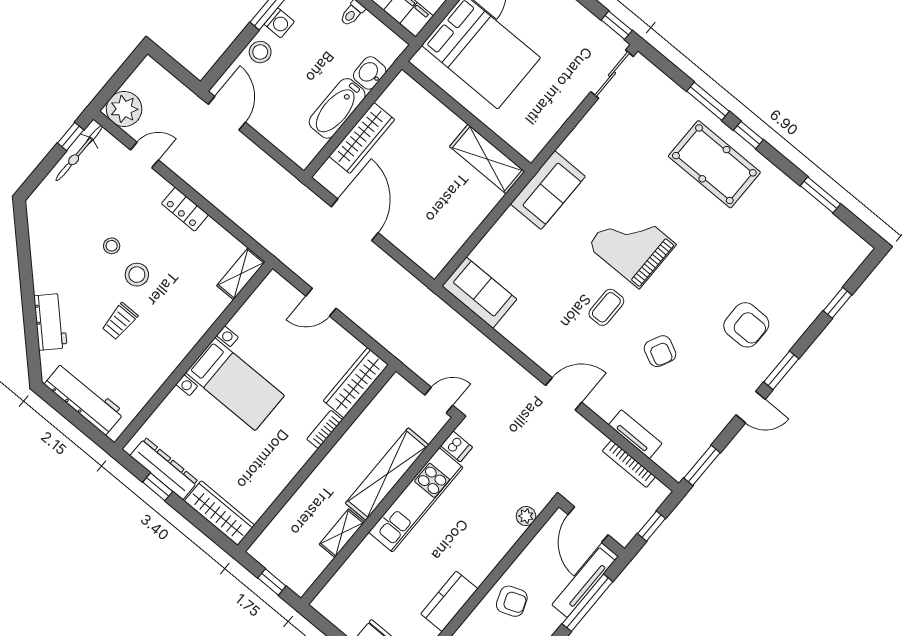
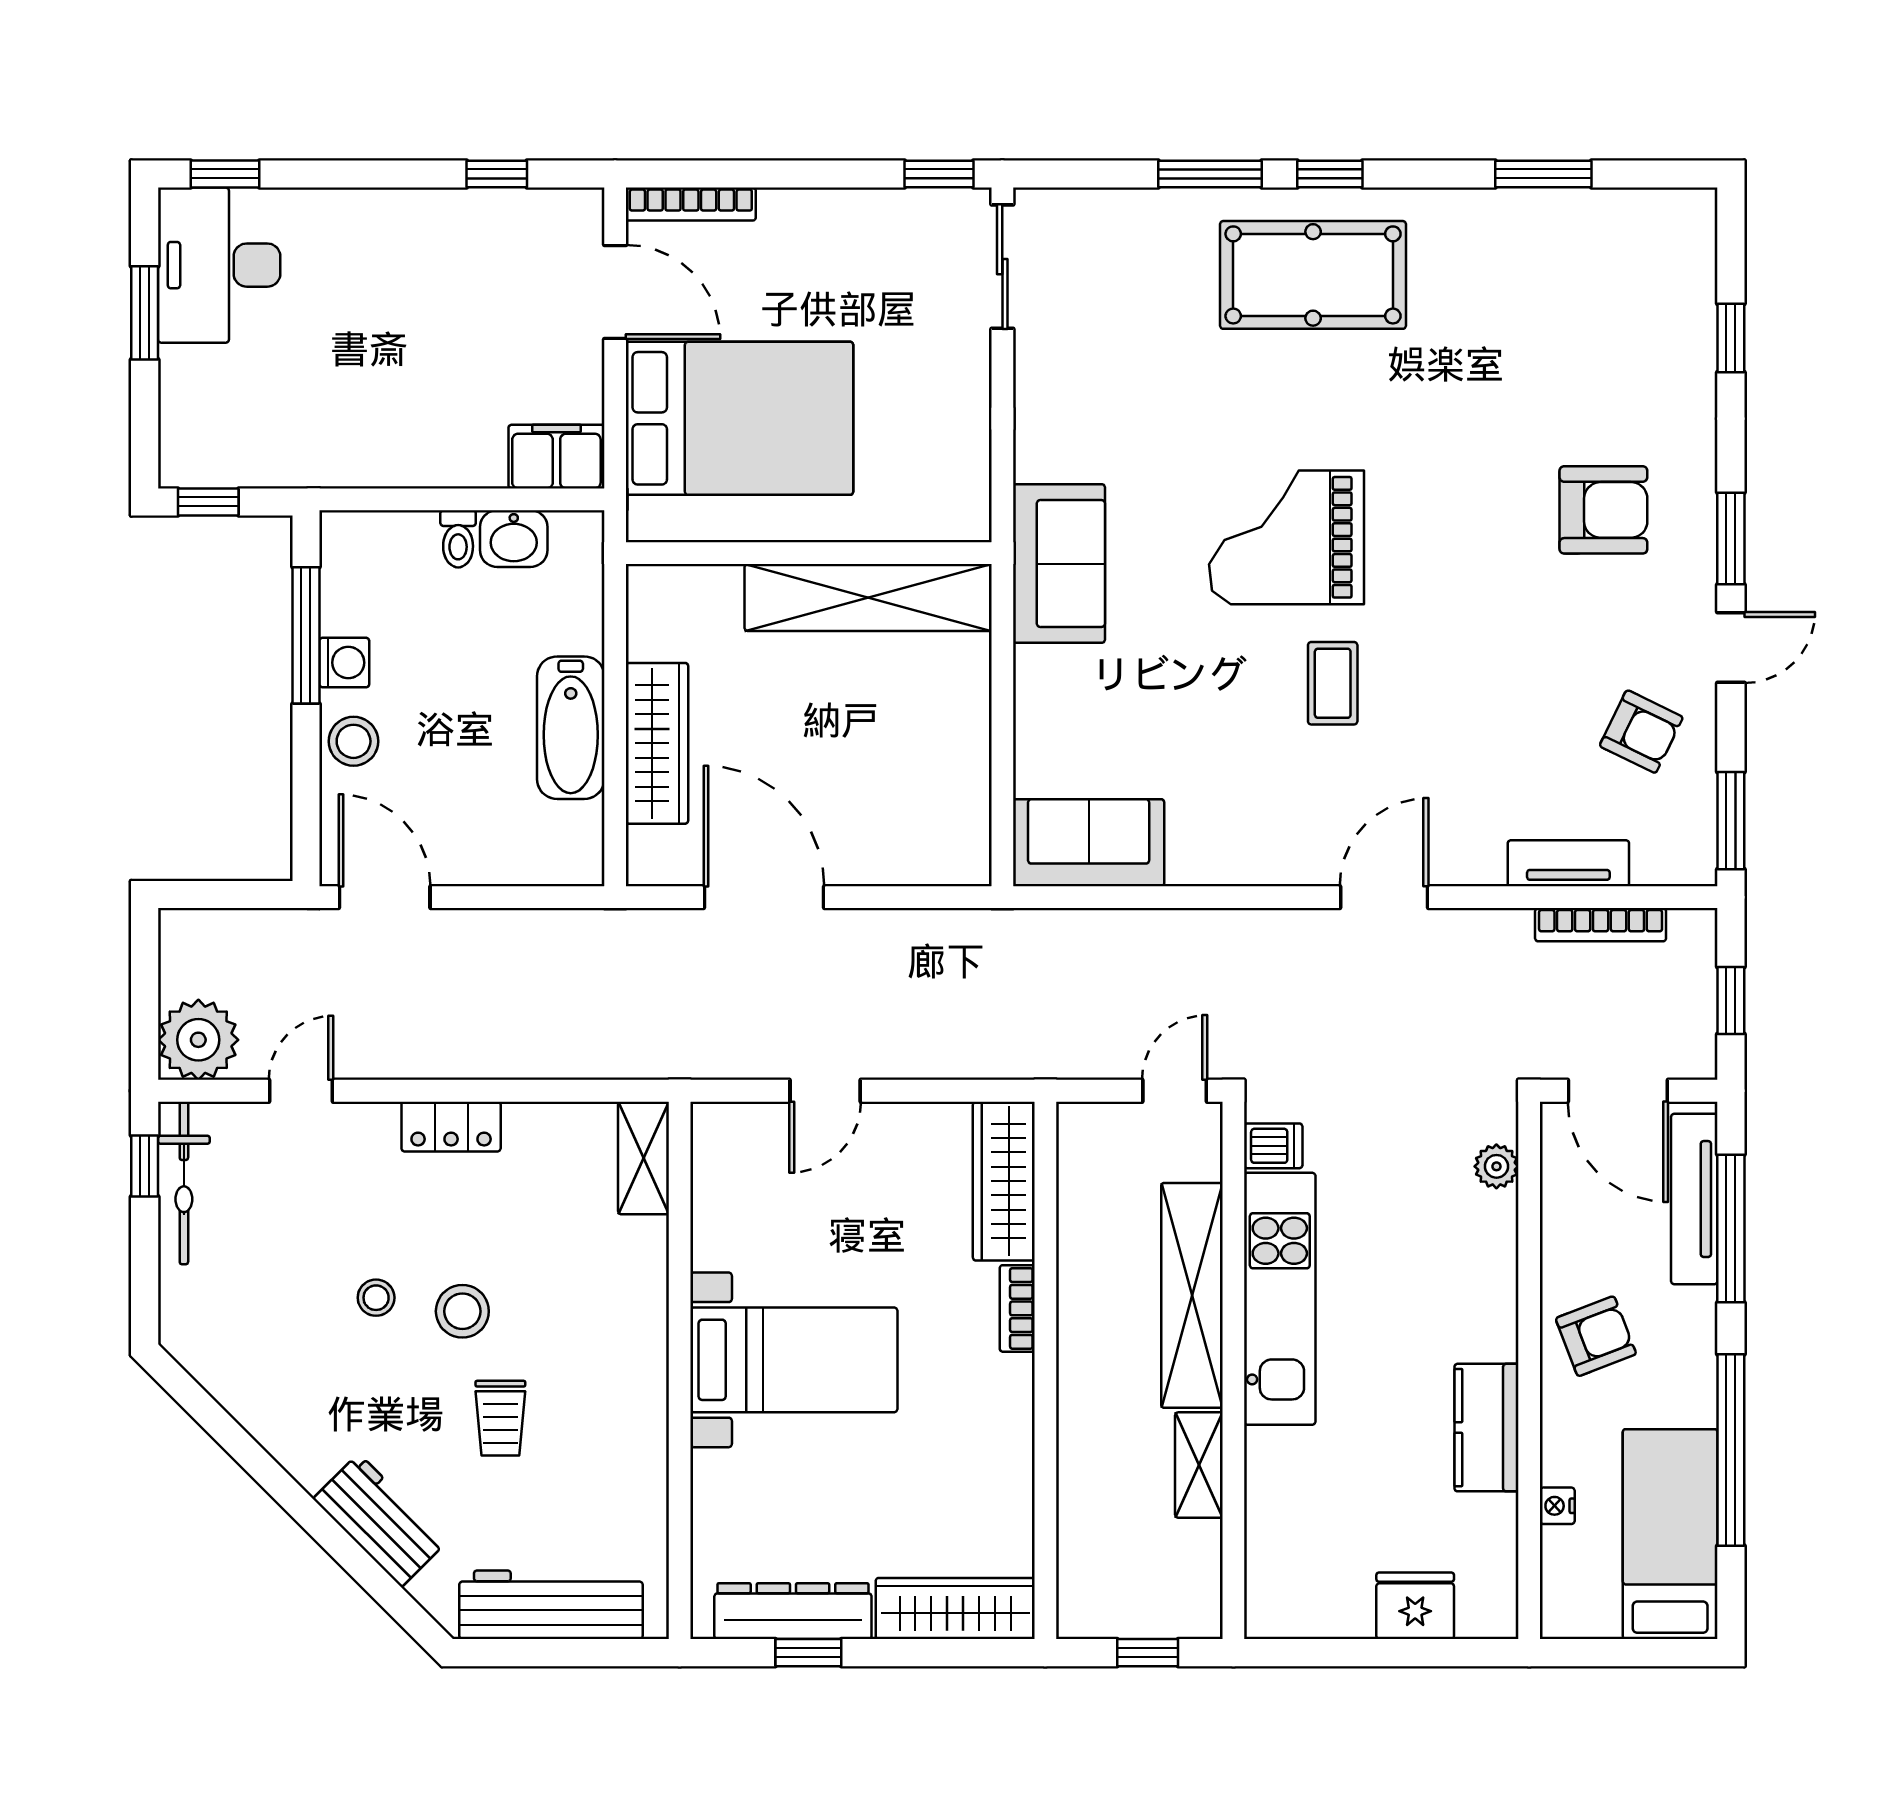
washbasin: (370, 73) -> (514, 539), moved, turned -90
shelving: (487, 159) -> (868, 597), width x1.47
armchair: (660, 351) -> (1641, 732), moved

